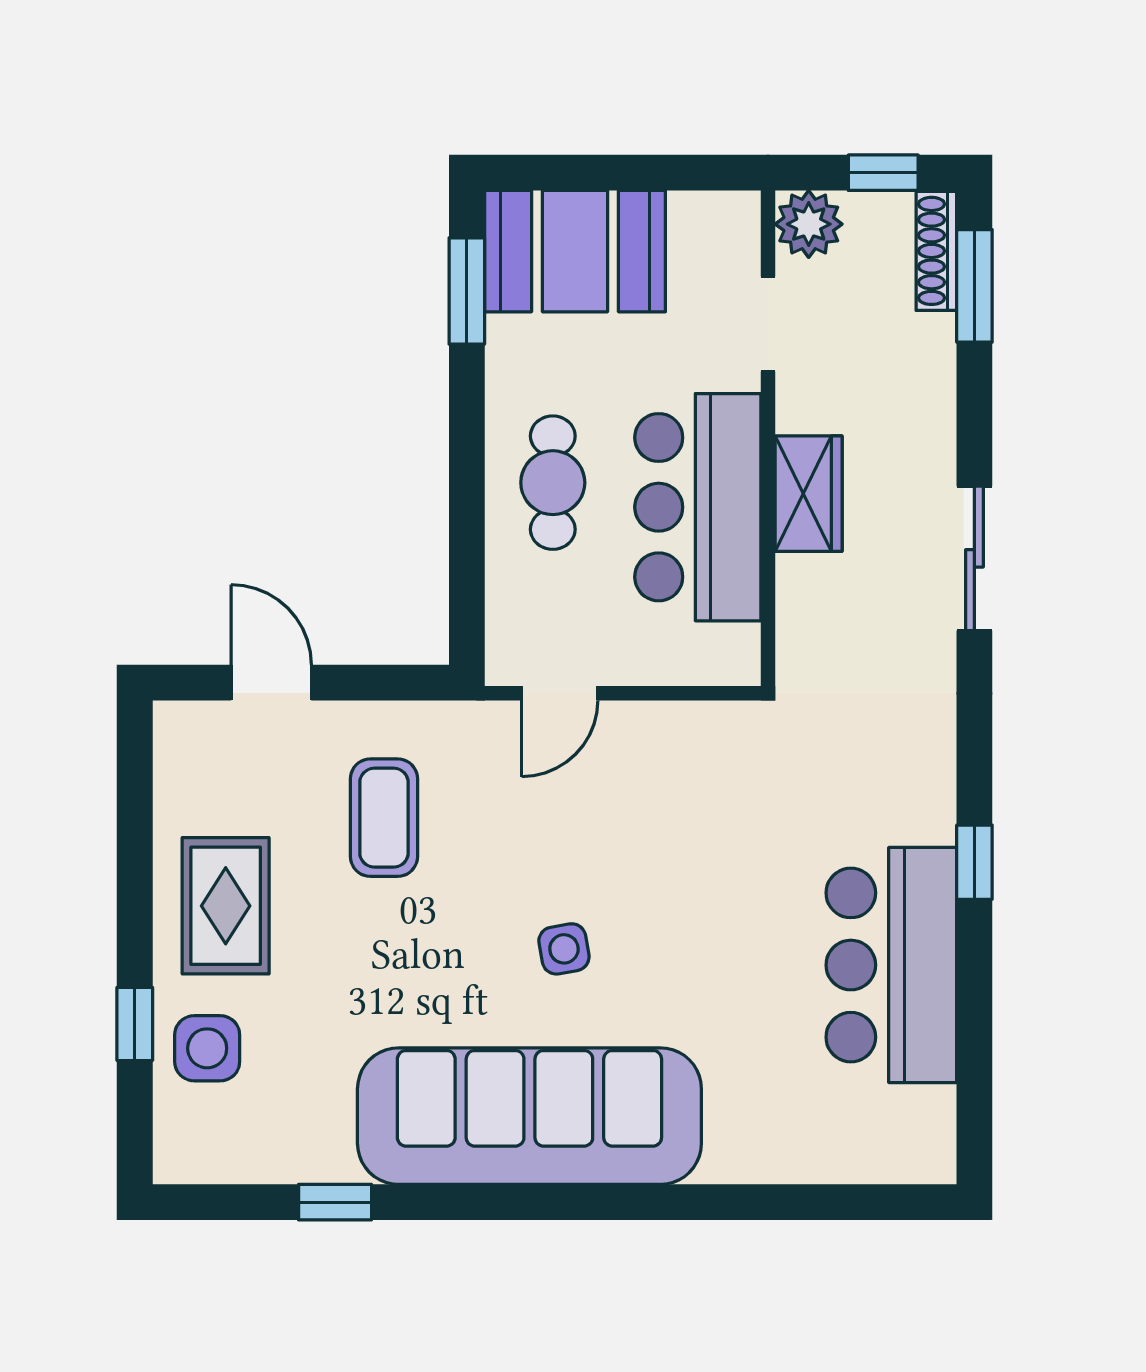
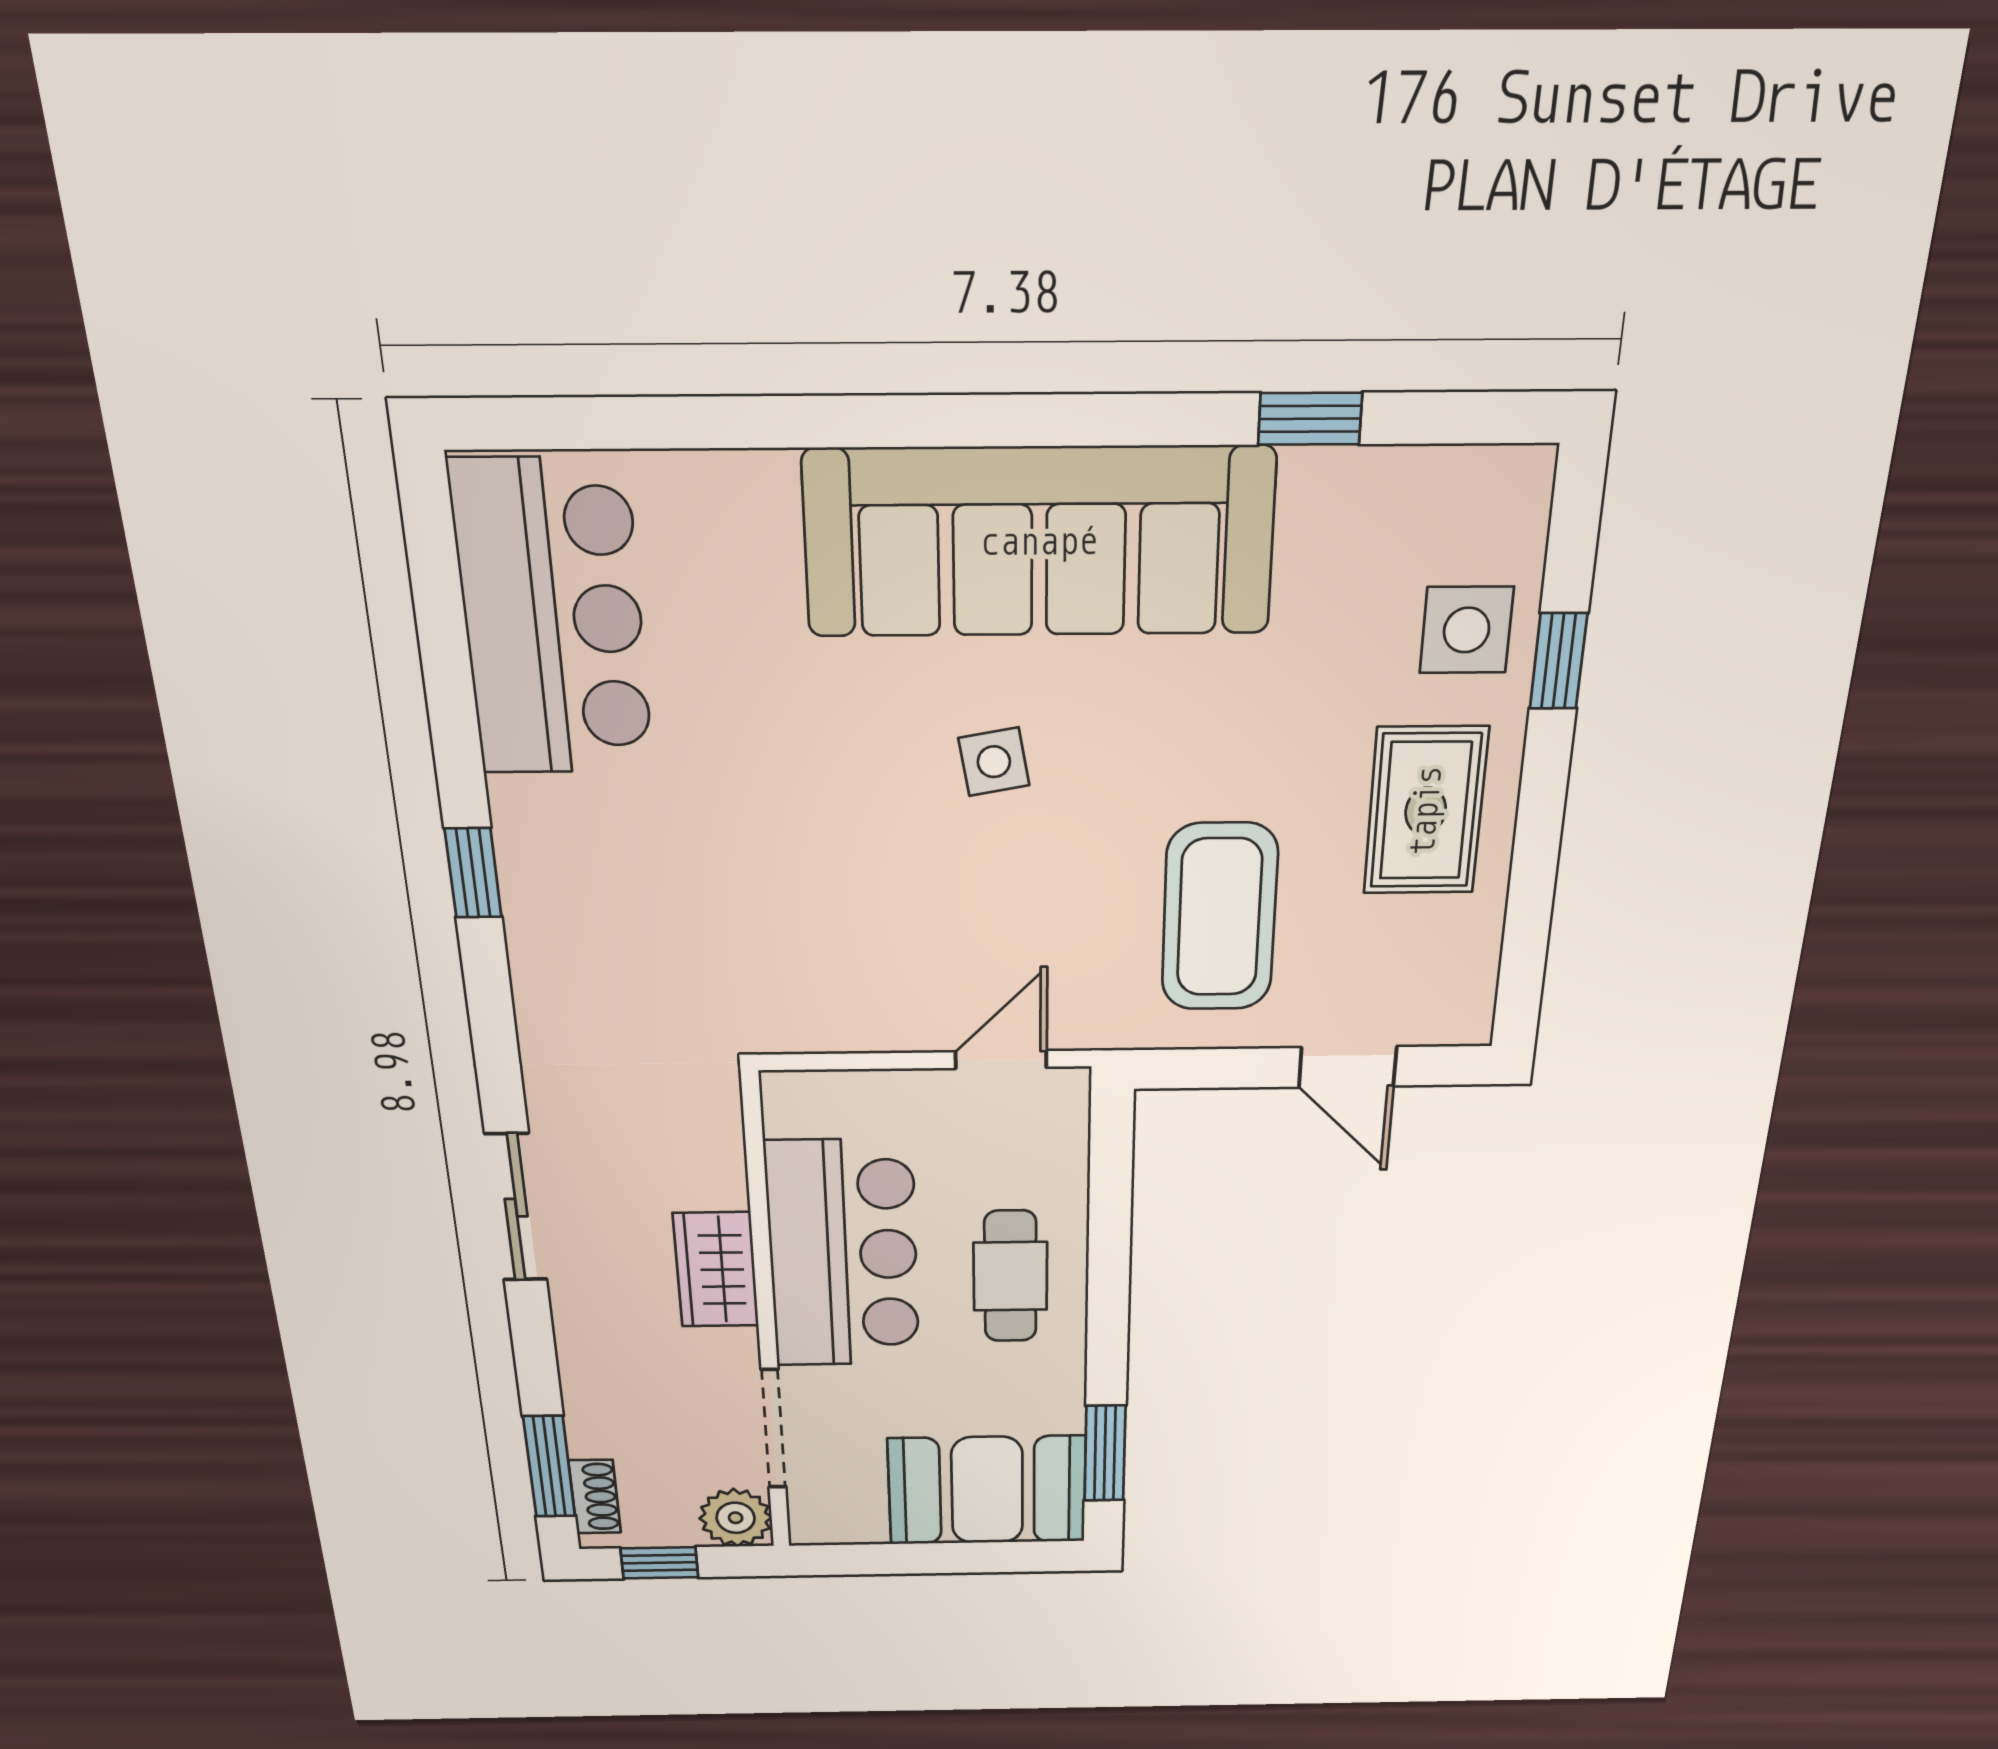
shoe rack: (936, 251) -> (595, 1497), width x0.70
doorway: (768, 324) -> (774, 1429), width x1.38
coffee table: (384, 818) -> (1219, 917), width x1.36, depth x1.32
bar counter: (891, 965) -> (553, 619), moved

